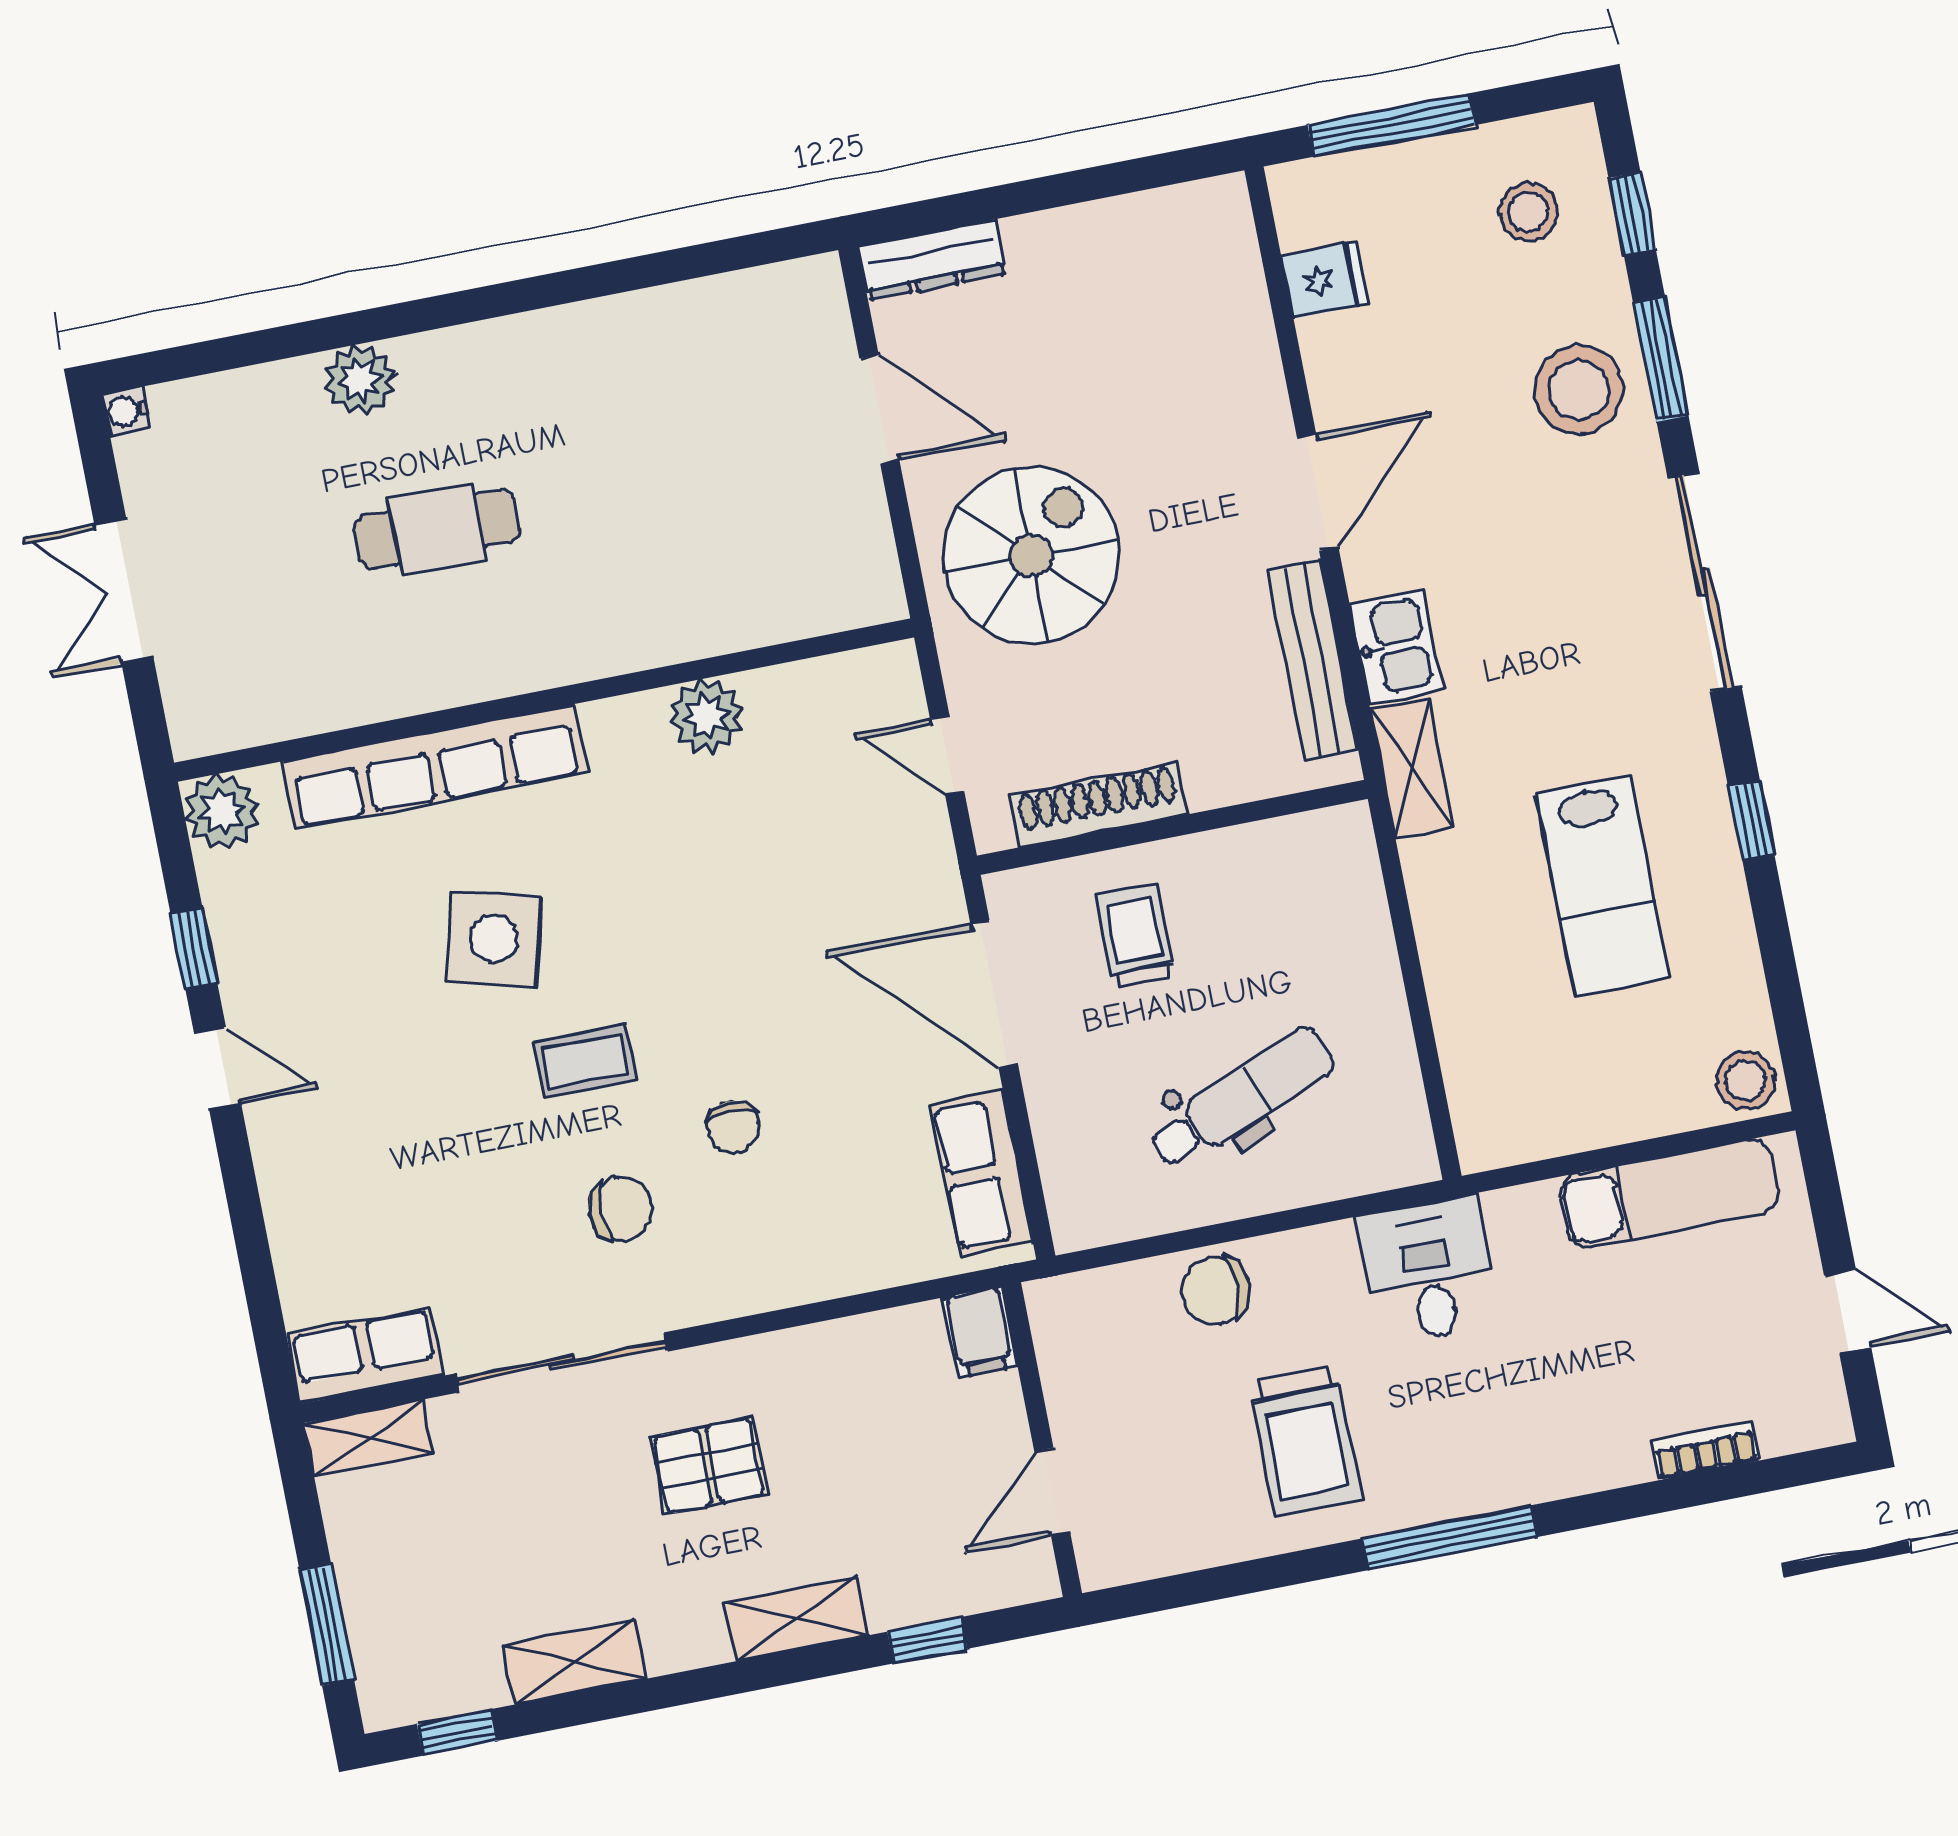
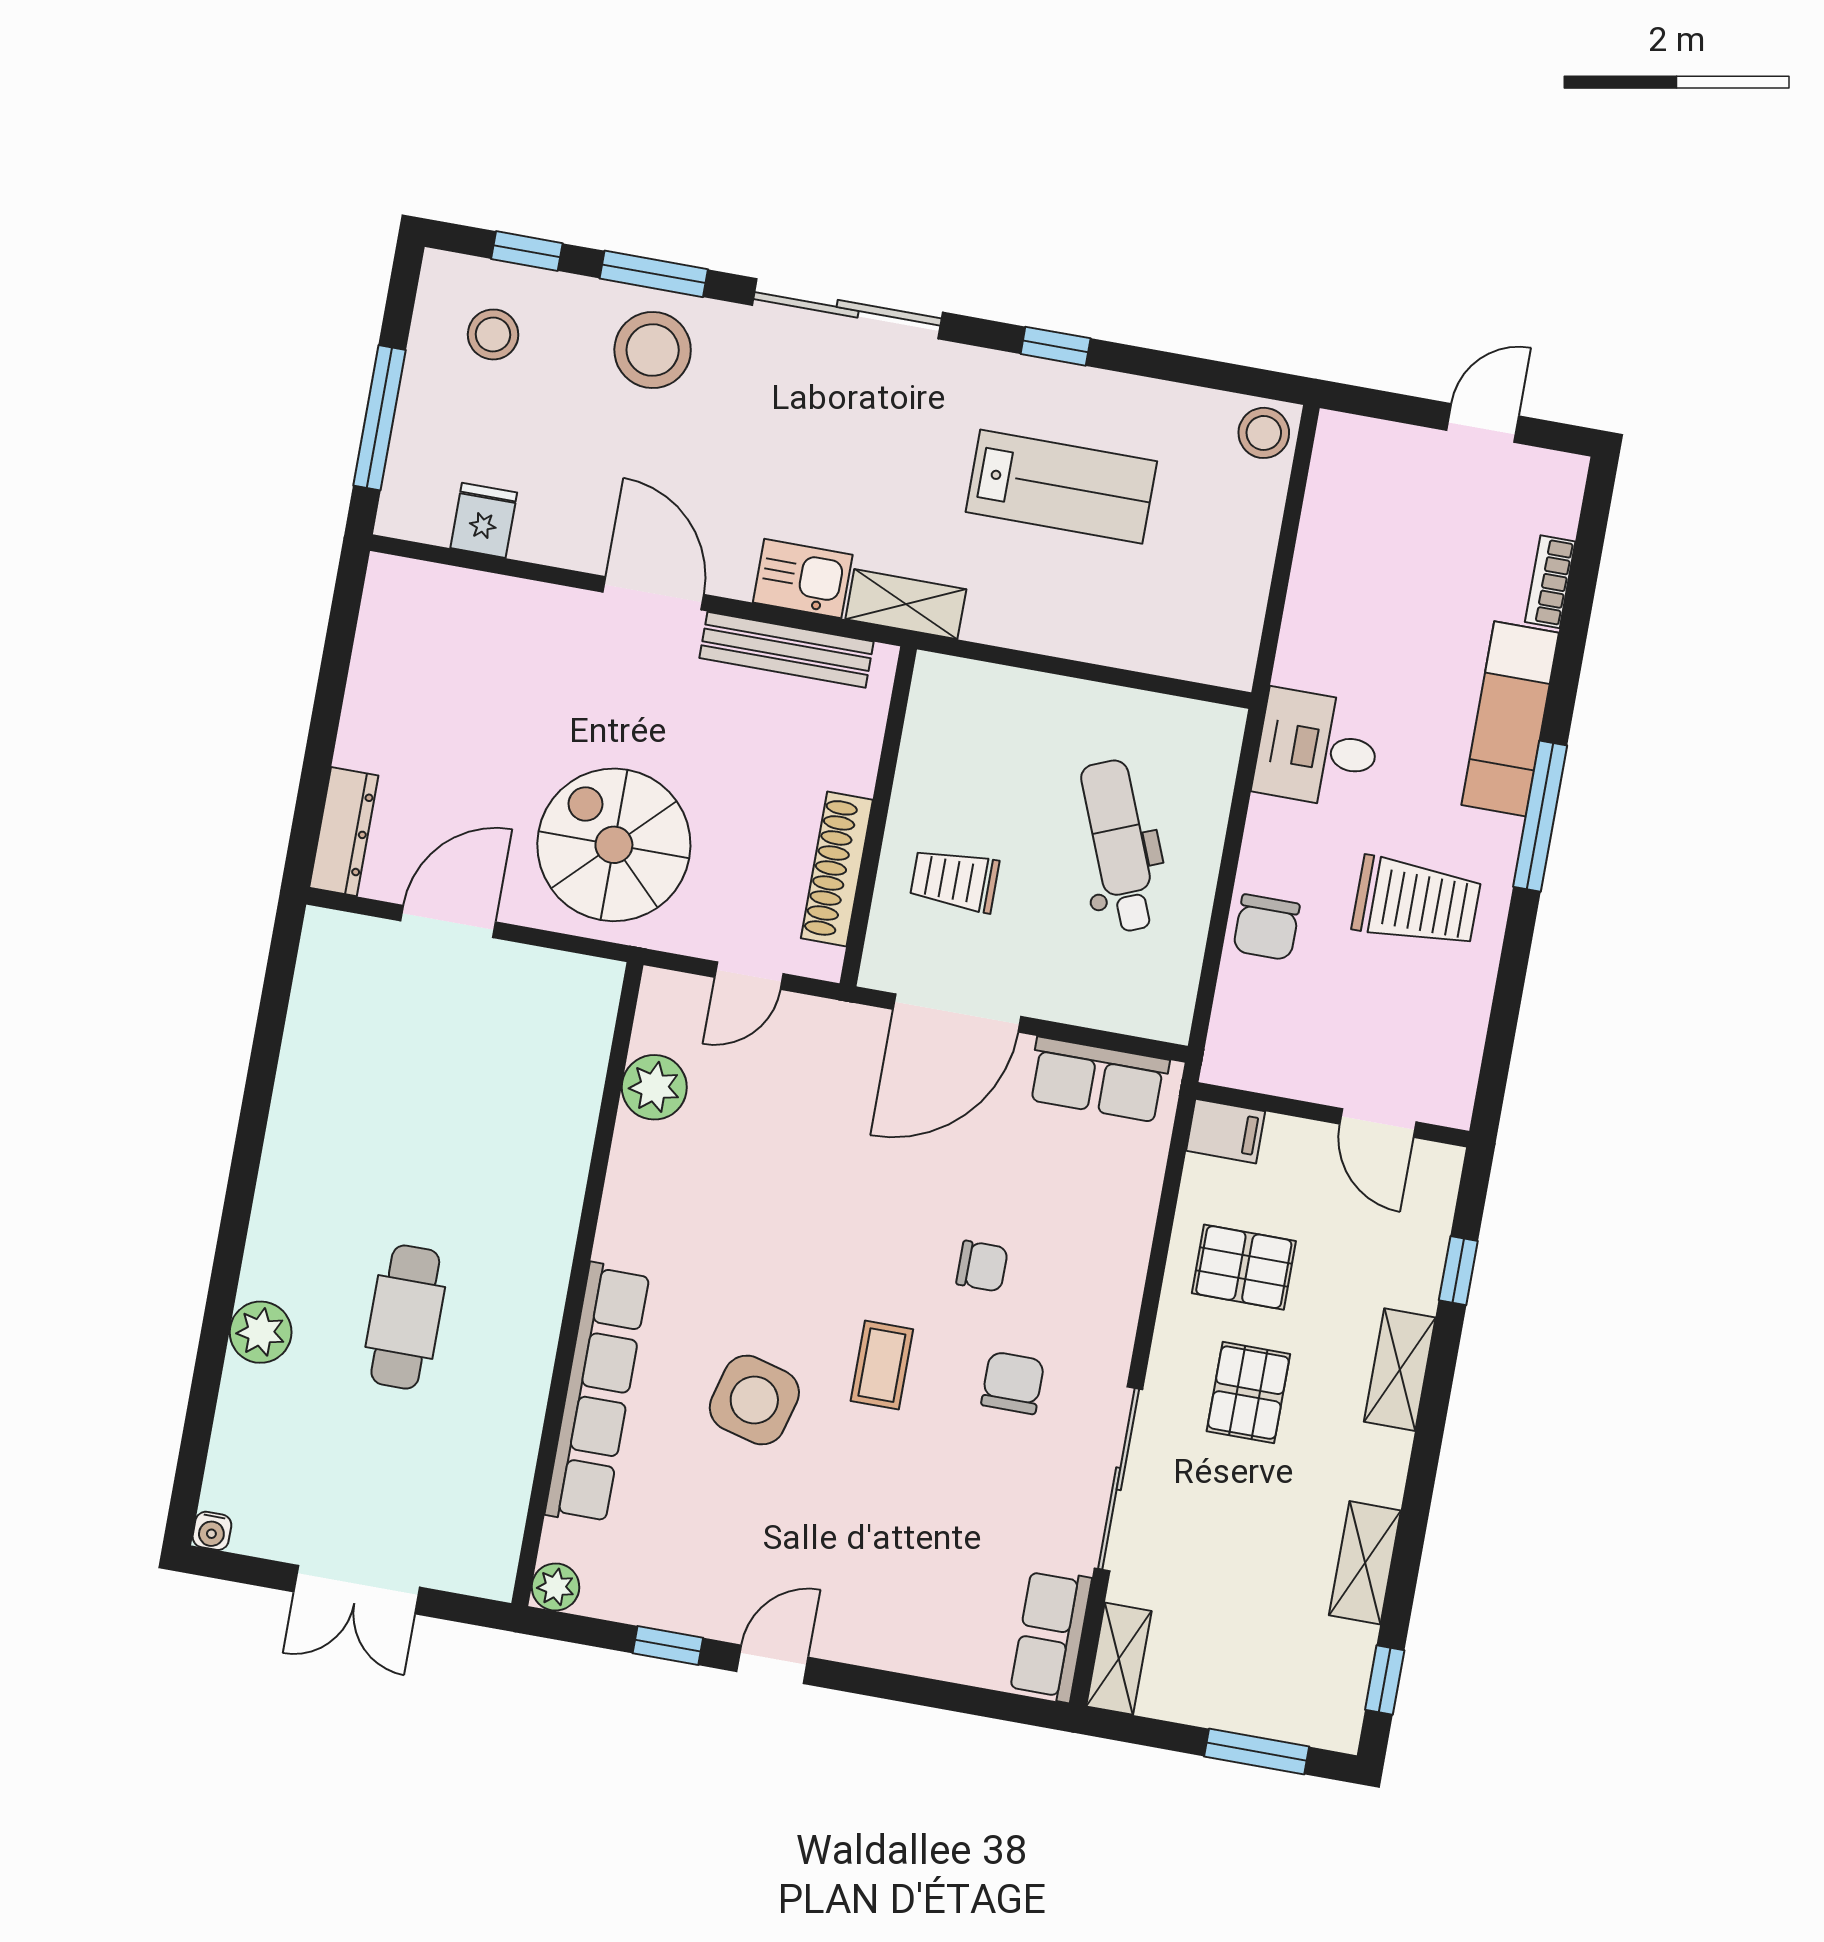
plant: (707, 716) -> (654, 1087), moved
plant: (222, 811) -> (555, 1587), width x0.73, depth x0.73
exam couch: (1670, 1193) -> (1510, 719), moved, turned 180
pallet: (841, 1408) -> (1244, 1267), added

